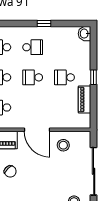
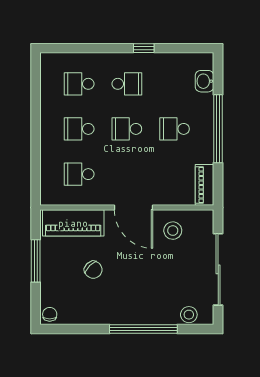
washbasin: (84, 34) -> (205, 81), moved
window: (94, 77) -> (218, 129), width x3.17
piano: (85, 99) -> (205, 185), moved

